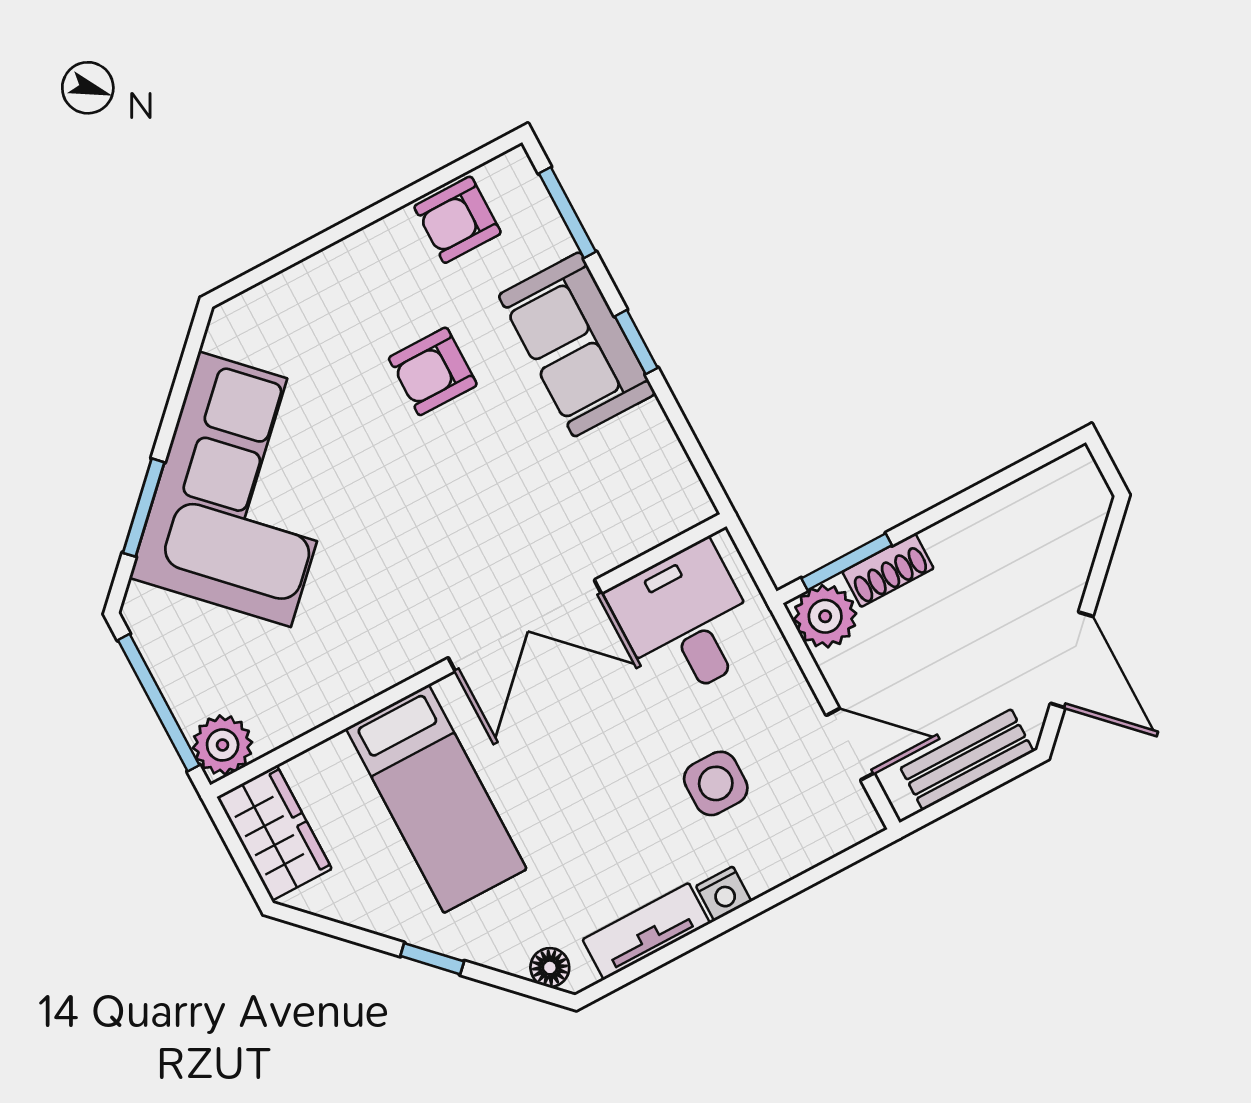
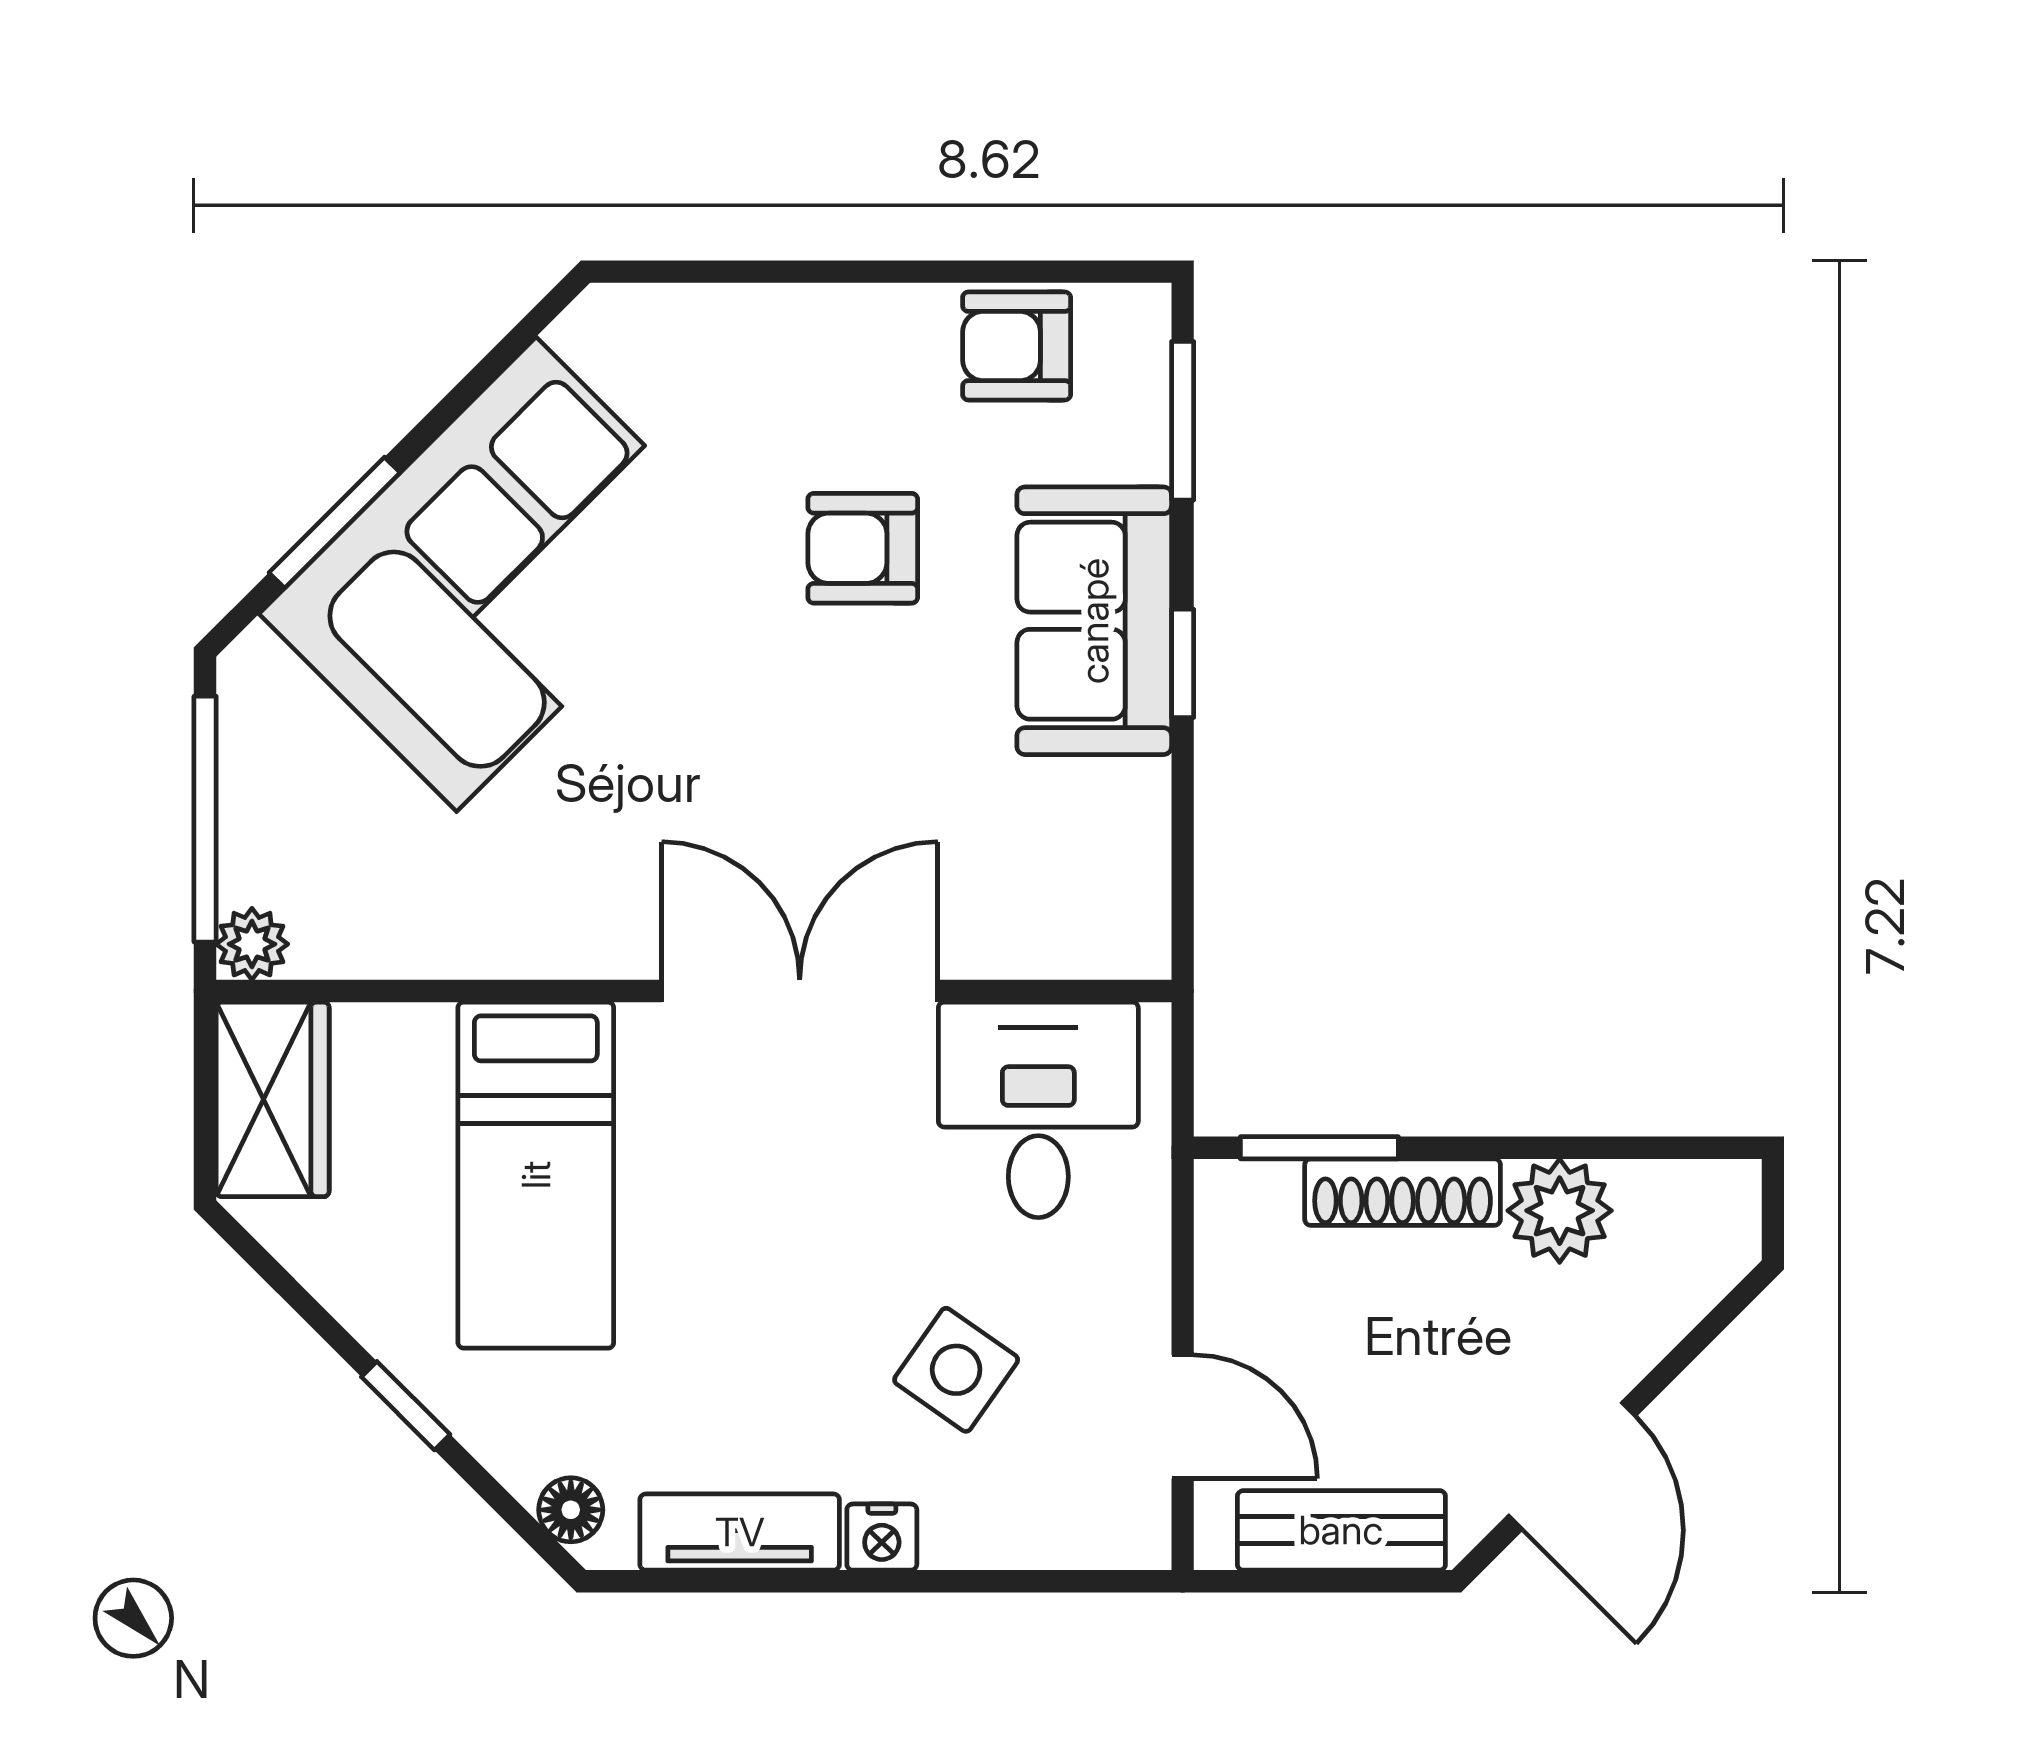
shoe rack: (888, 570) -> (1403, 1192), width x1.43
plant: (825, 616) -> (1560, 1211), moved
double door: (525, 626) -> (800, 991), swing flipped
plant: (223, 745) -> (252, 944), width x0.73, depth x0.73
side table: (716, 783) -> (956, 1370), turned 35

